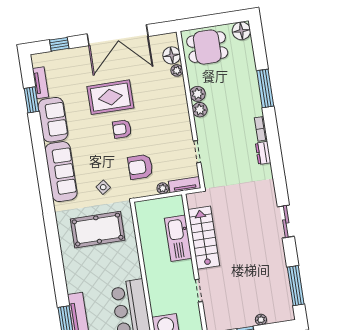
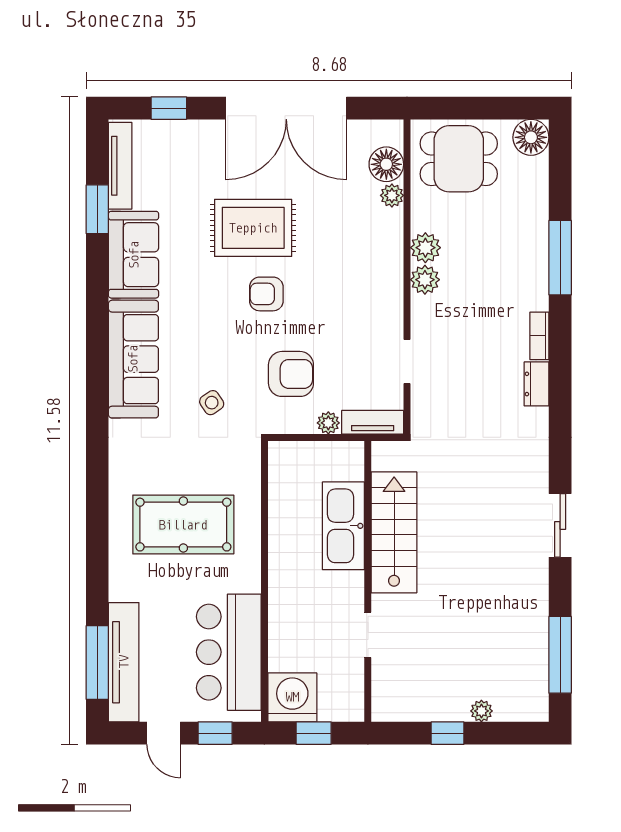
tv unit: (40, 83) -> (120, 166), width x1.41
armchair: (140, 167) -> (291, 374), turned 180
pool table: (98, 230) -> (183, 525), moved

